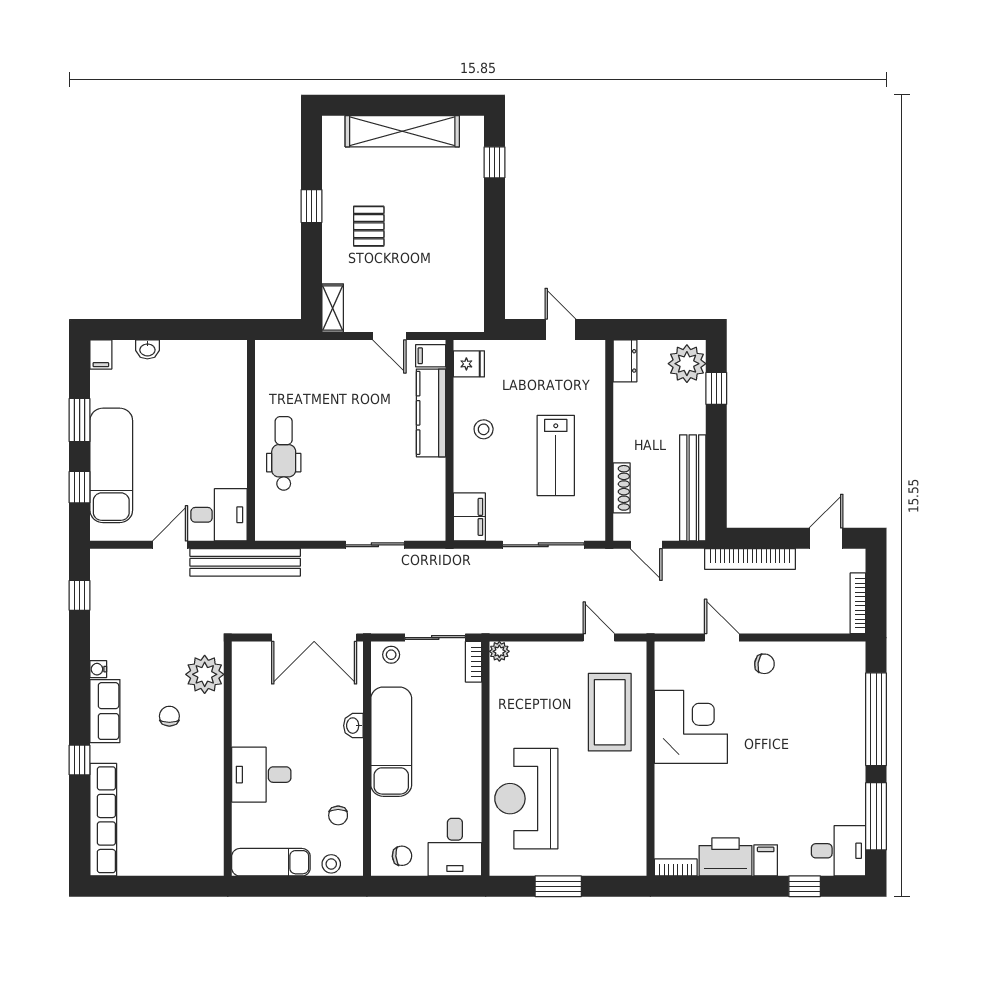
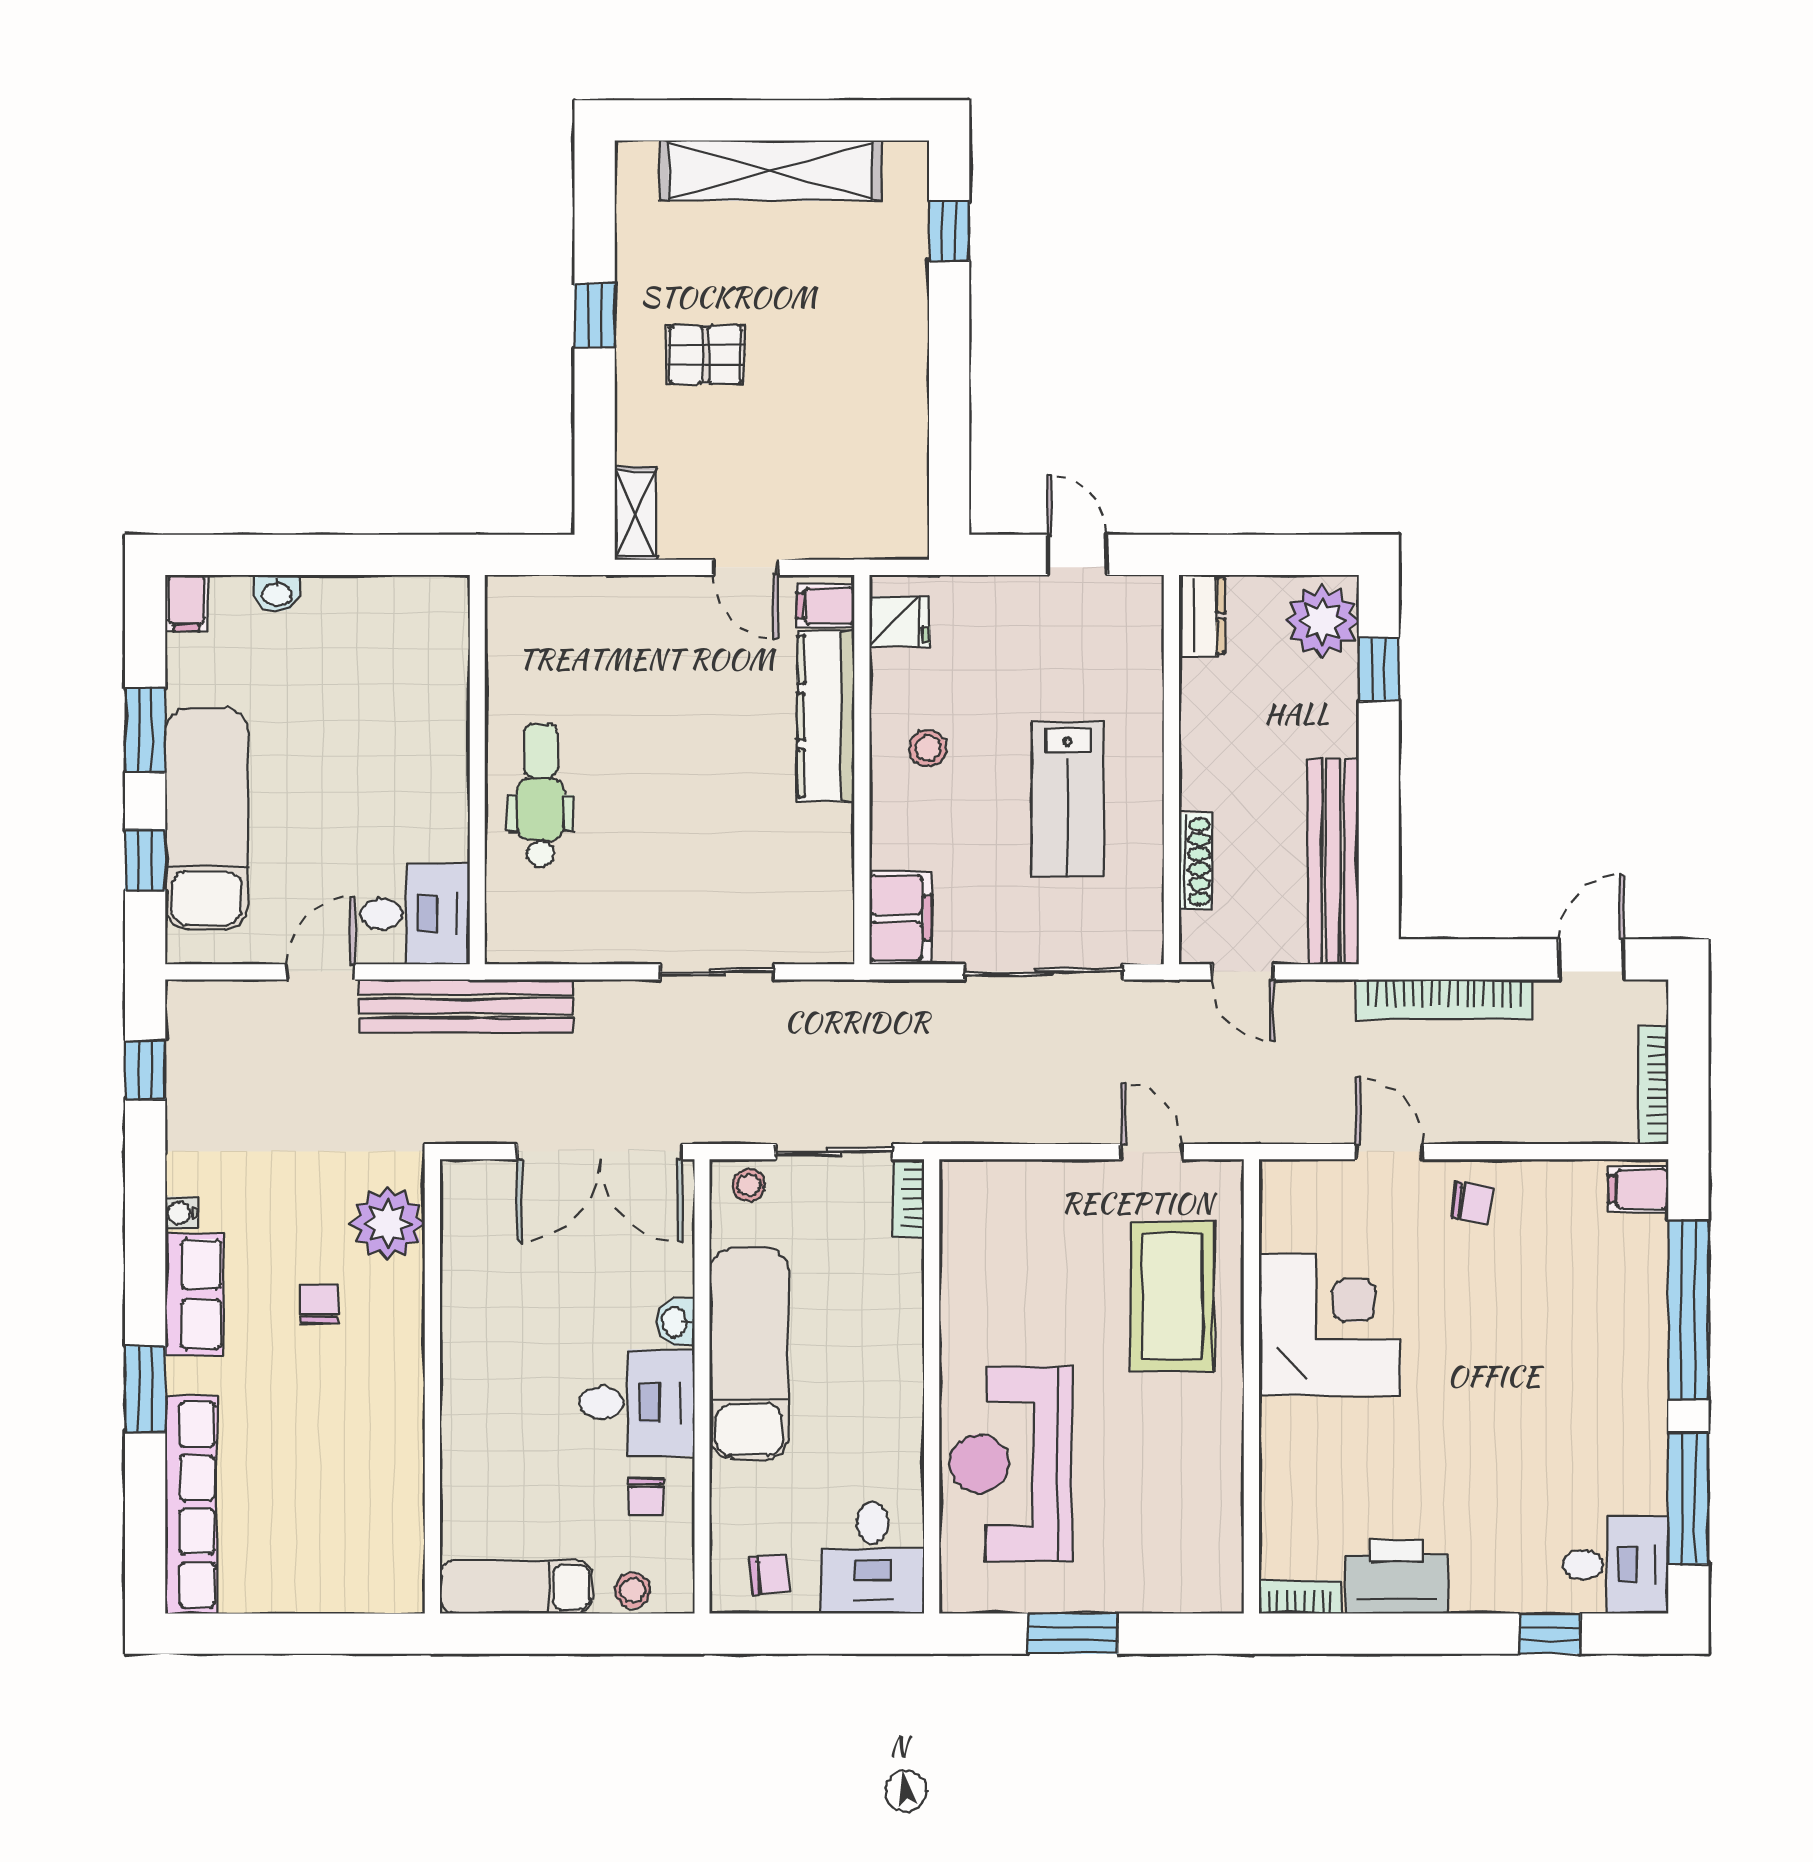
pallet: (369, 226) -> (705, 355), turned 90
plant: (499, 651) -> (959, 1178), removed
window: (80, 760) -> (145, 1389), width x1.50
desk: (261, 775) -> (637, 1403), moved, turned 180
filing cabinet: (766, 860) -> (1638, 1189), moved, turned -90

